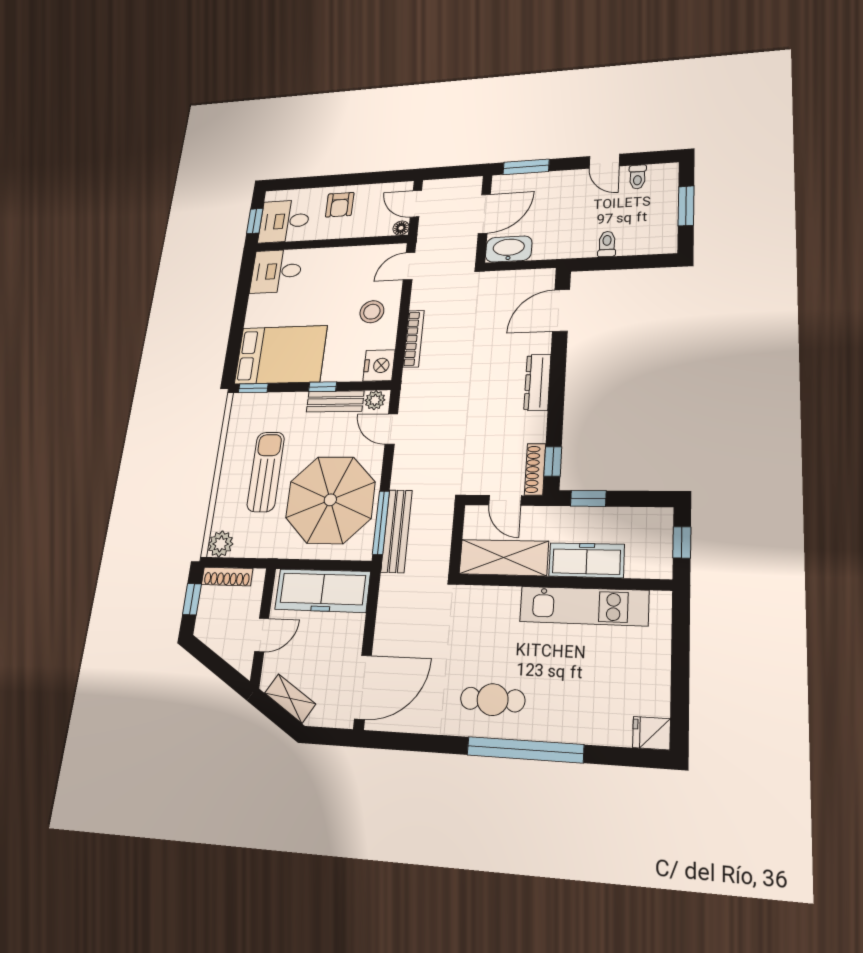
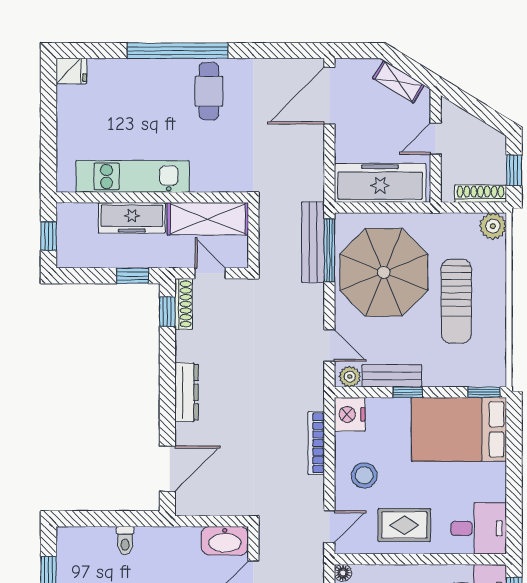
rug: (341, 271) -> (404, 525), added
cafe table: (493, 700) -> (209, 91), turned 90

